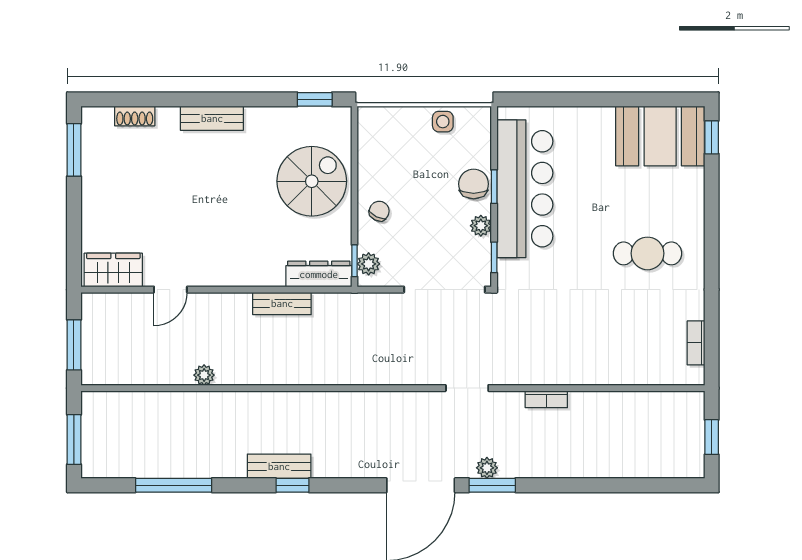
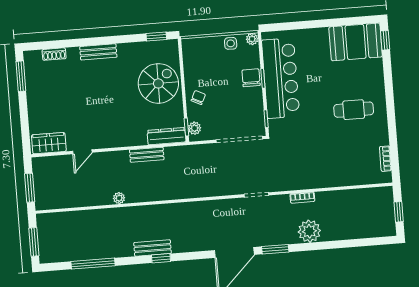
plant: (481, 226) -> (252, 39), moved
plant: (204, 375) -> (119, 198), moved
plant: (487, 468) -> (309, 231), moved, width x1.88, depth x1.88

